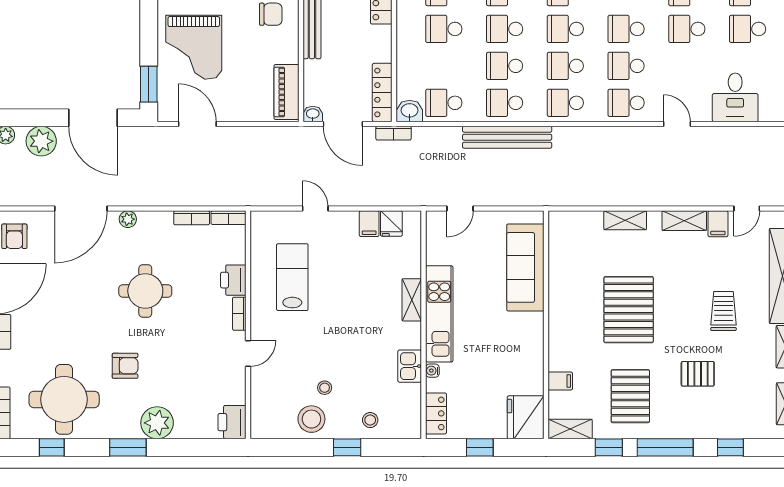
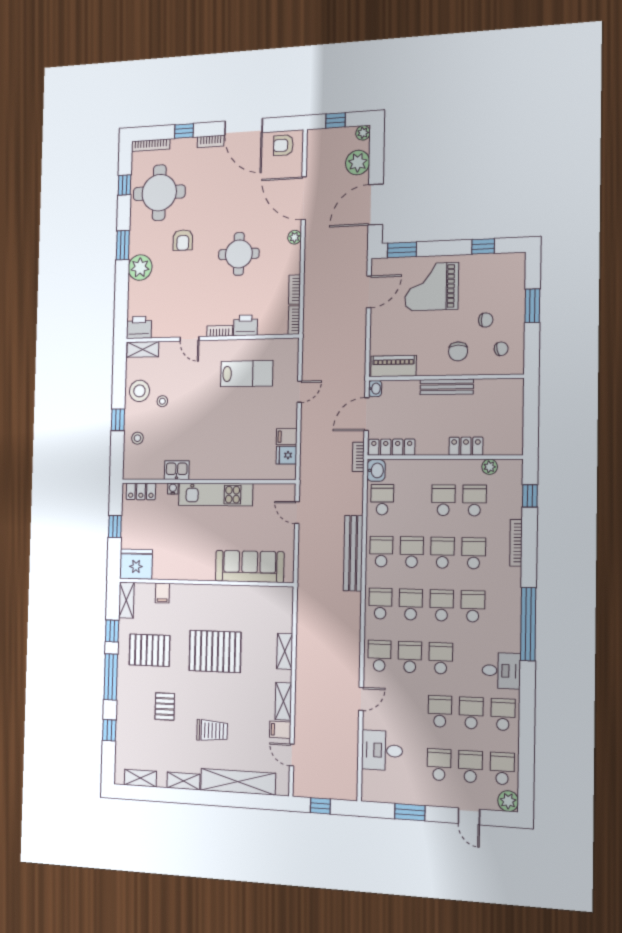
shelving: (412, 300) -> (143, 349), moved

